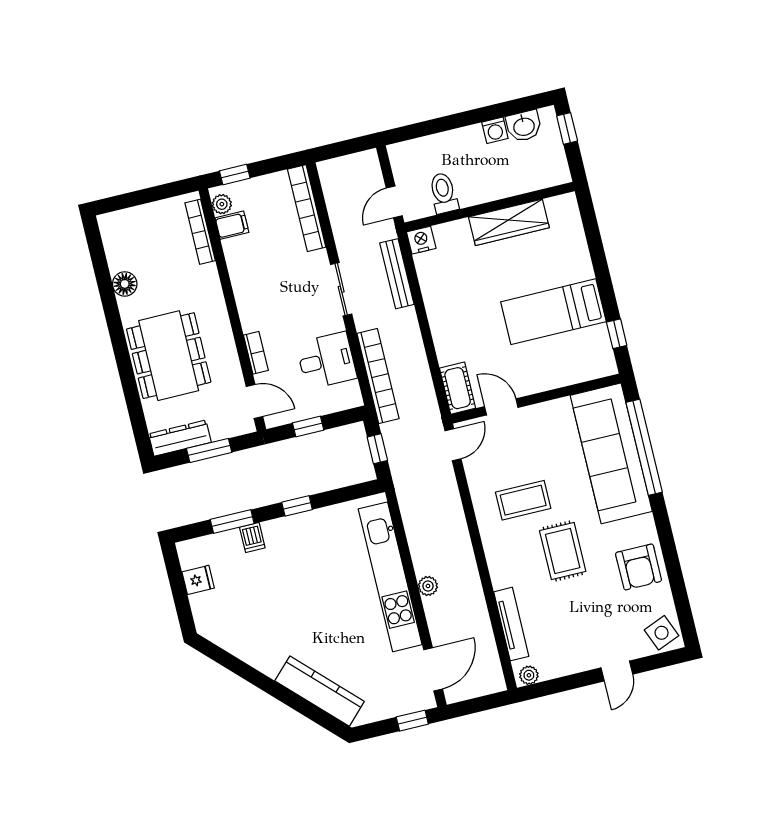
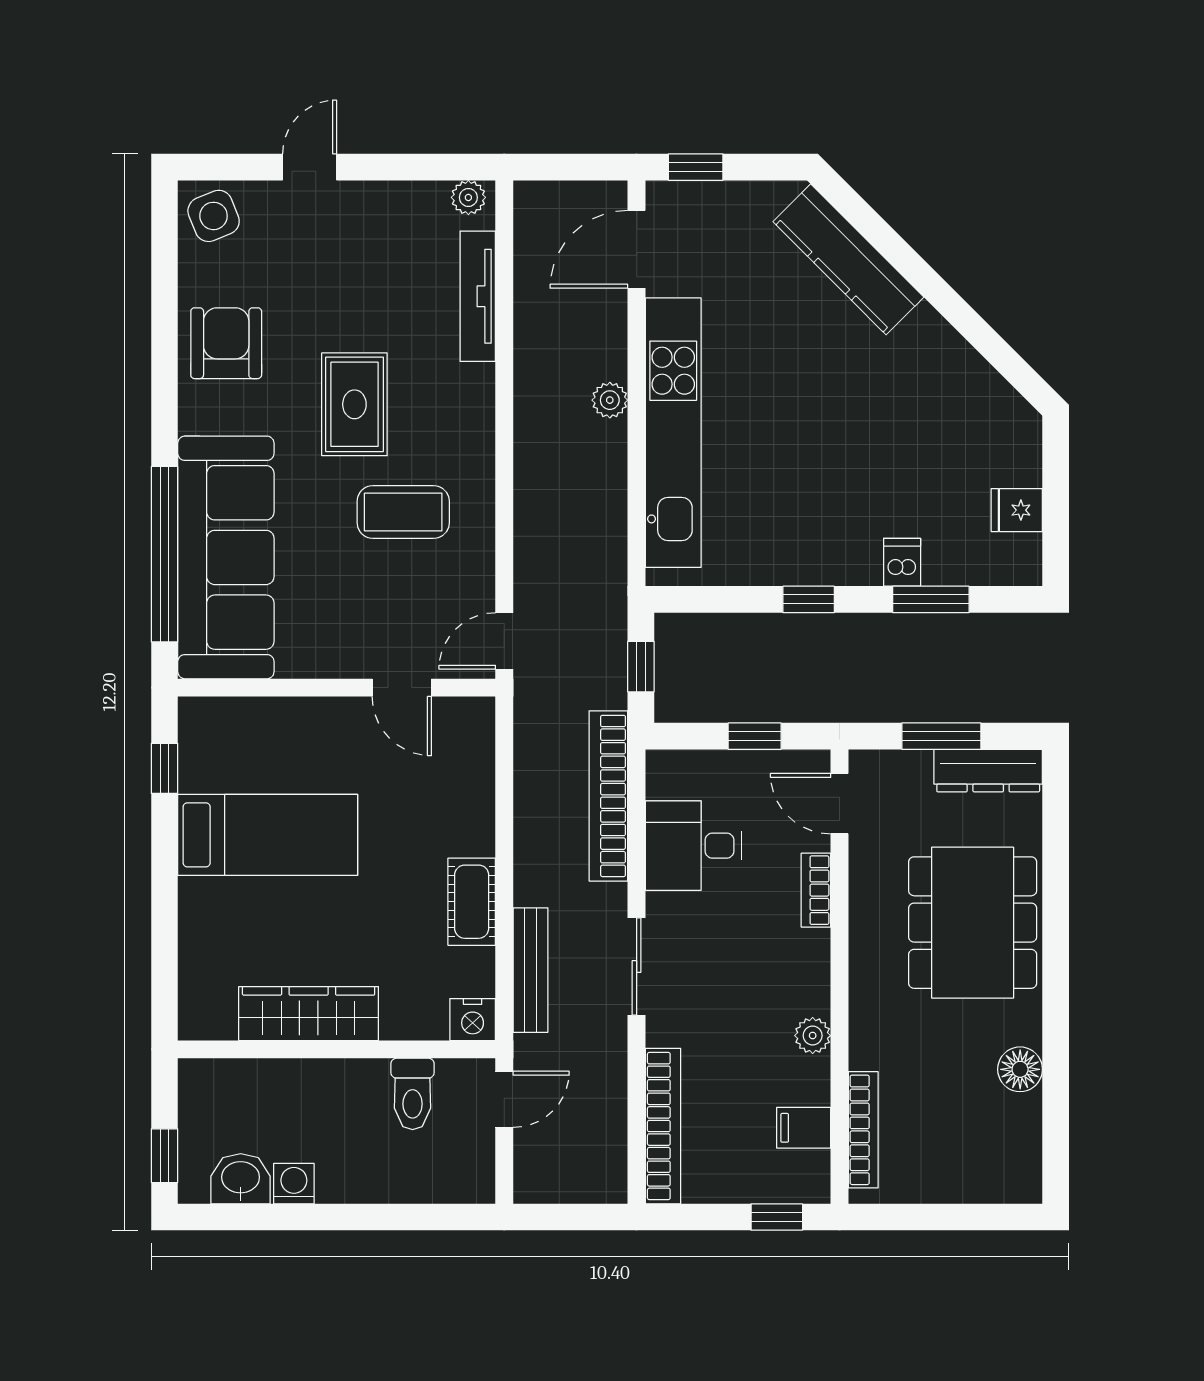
plant: (222, 204) -> (813, 1036), moved
cot: (458, 388) -> (472, 902), moved

